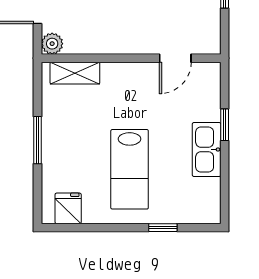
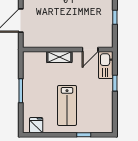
plant: (52, 44) -> (28, 42), removed
shelving: (75, 73) -> (59, 57), moved
kitchen sink: (207, 149) -> (106, 65), moved

